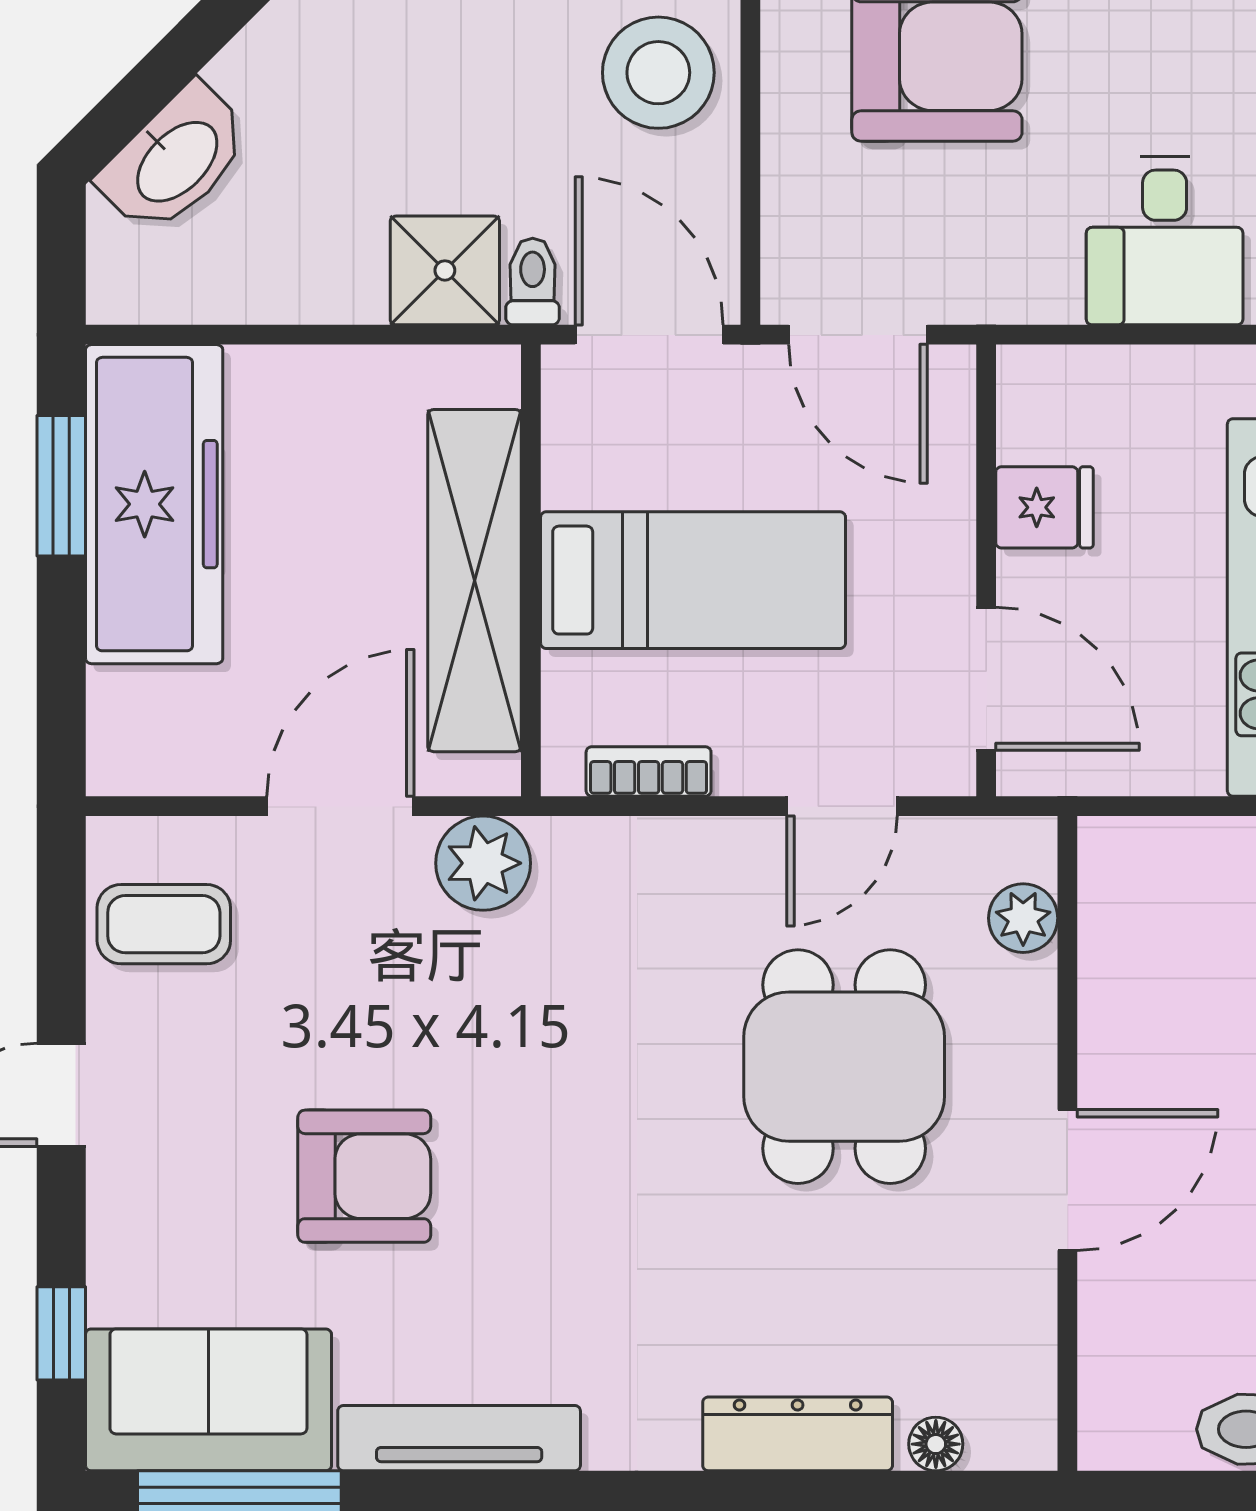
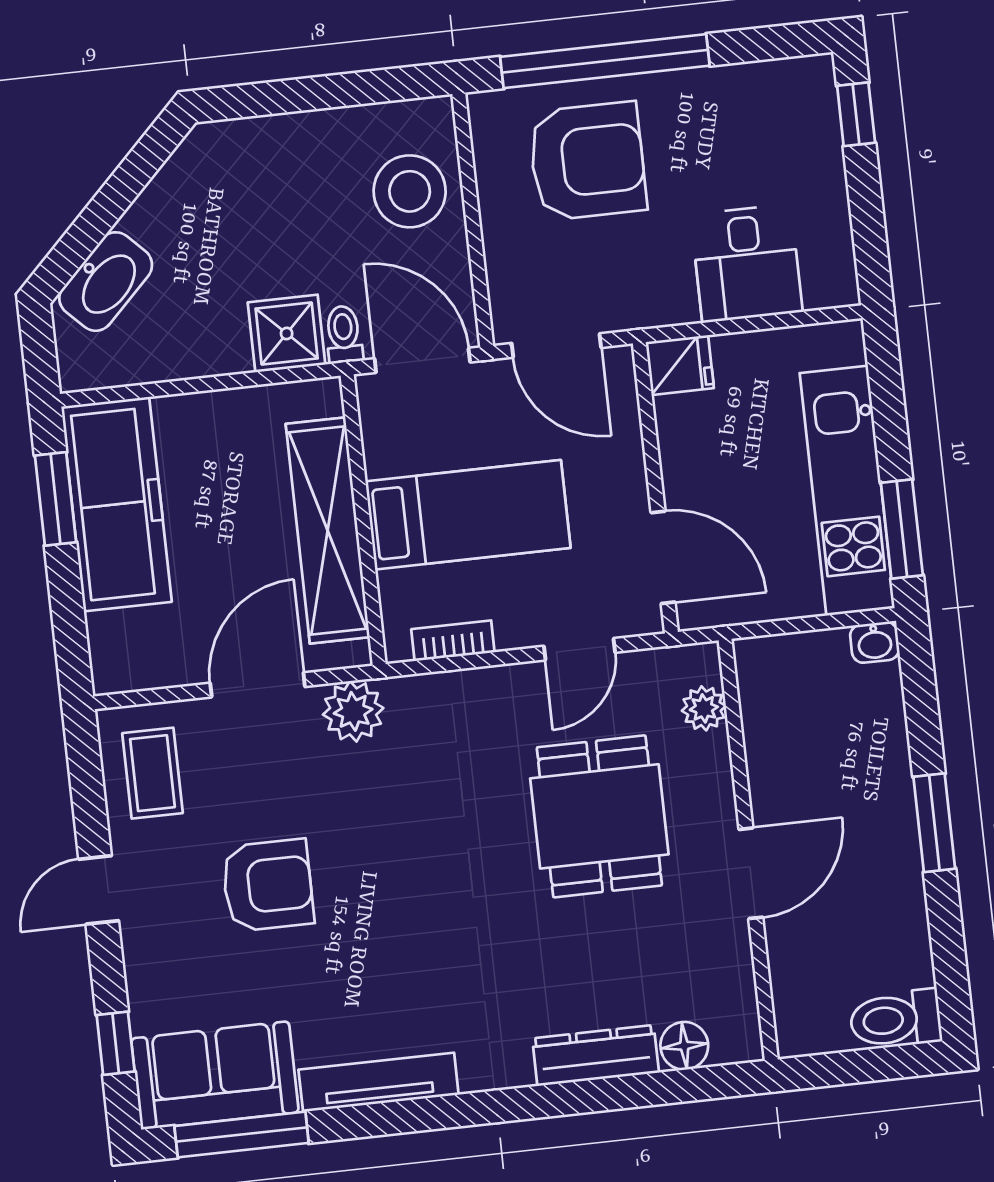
fridge: (1045, 507) -> (680, 365), moved
coffee table: (164, 924) -> (152, 773), turned 90
armchair: (364, 1176) -> (268, 885), moved
floor lamp: (936, 1444) -> (684, 1046), width x1.37, depth x1.37

